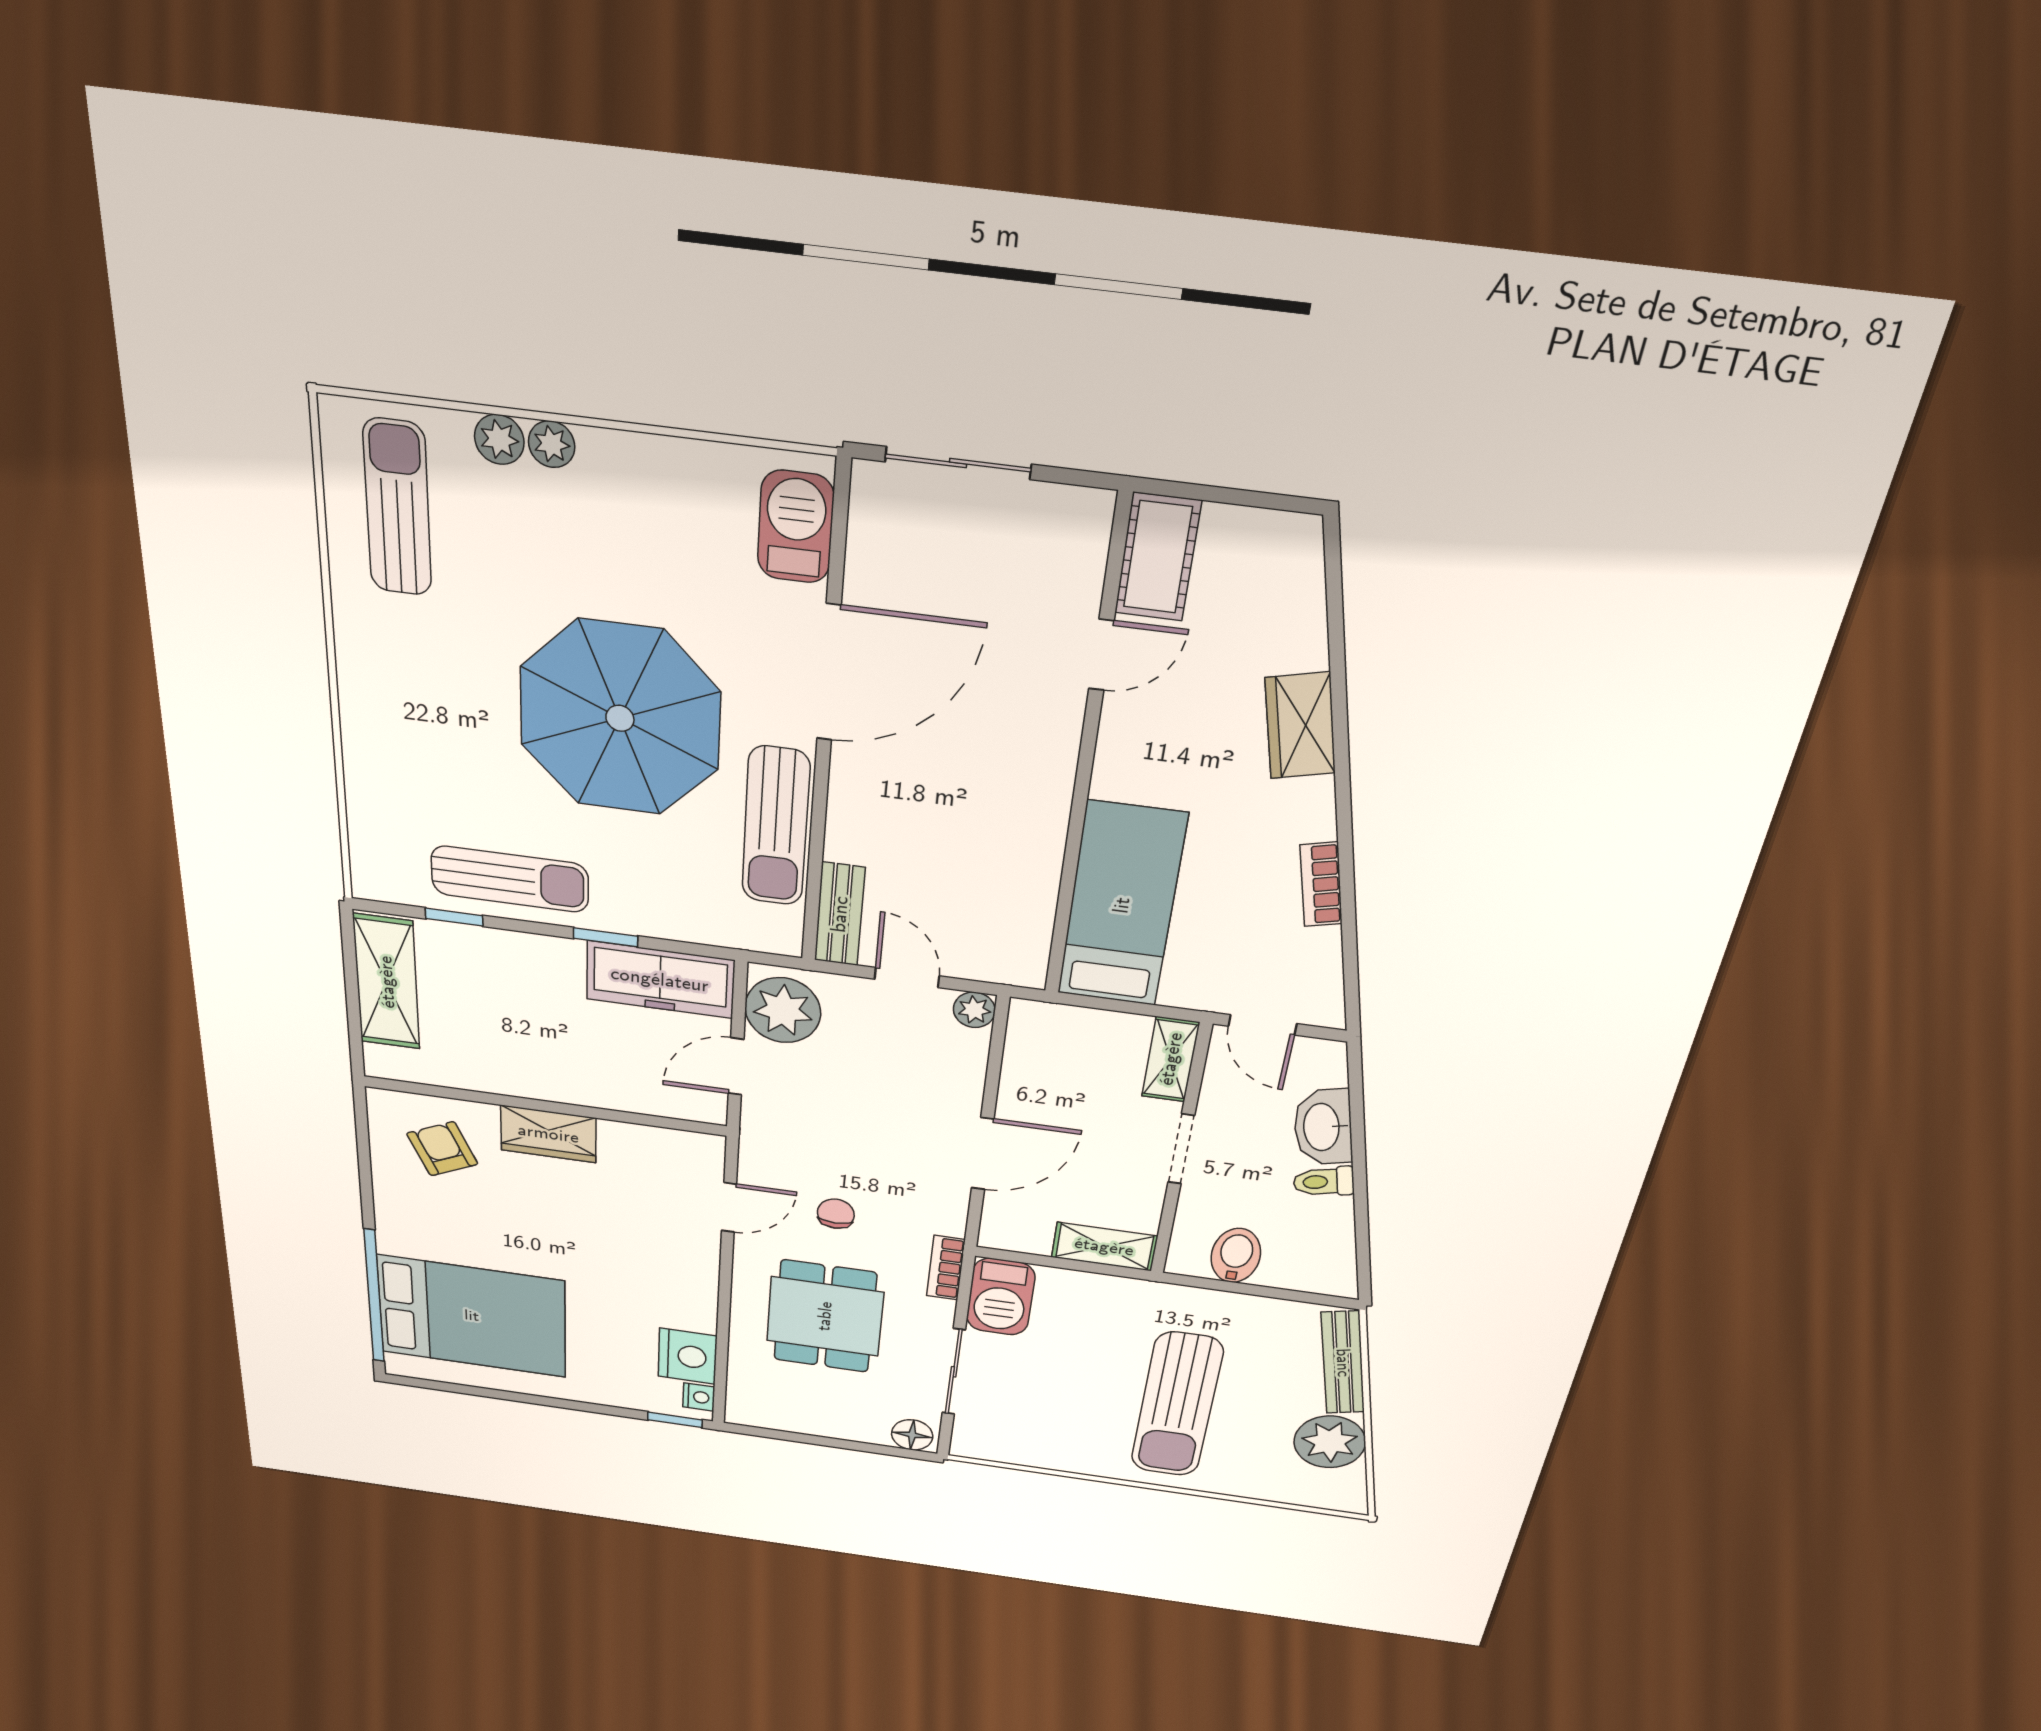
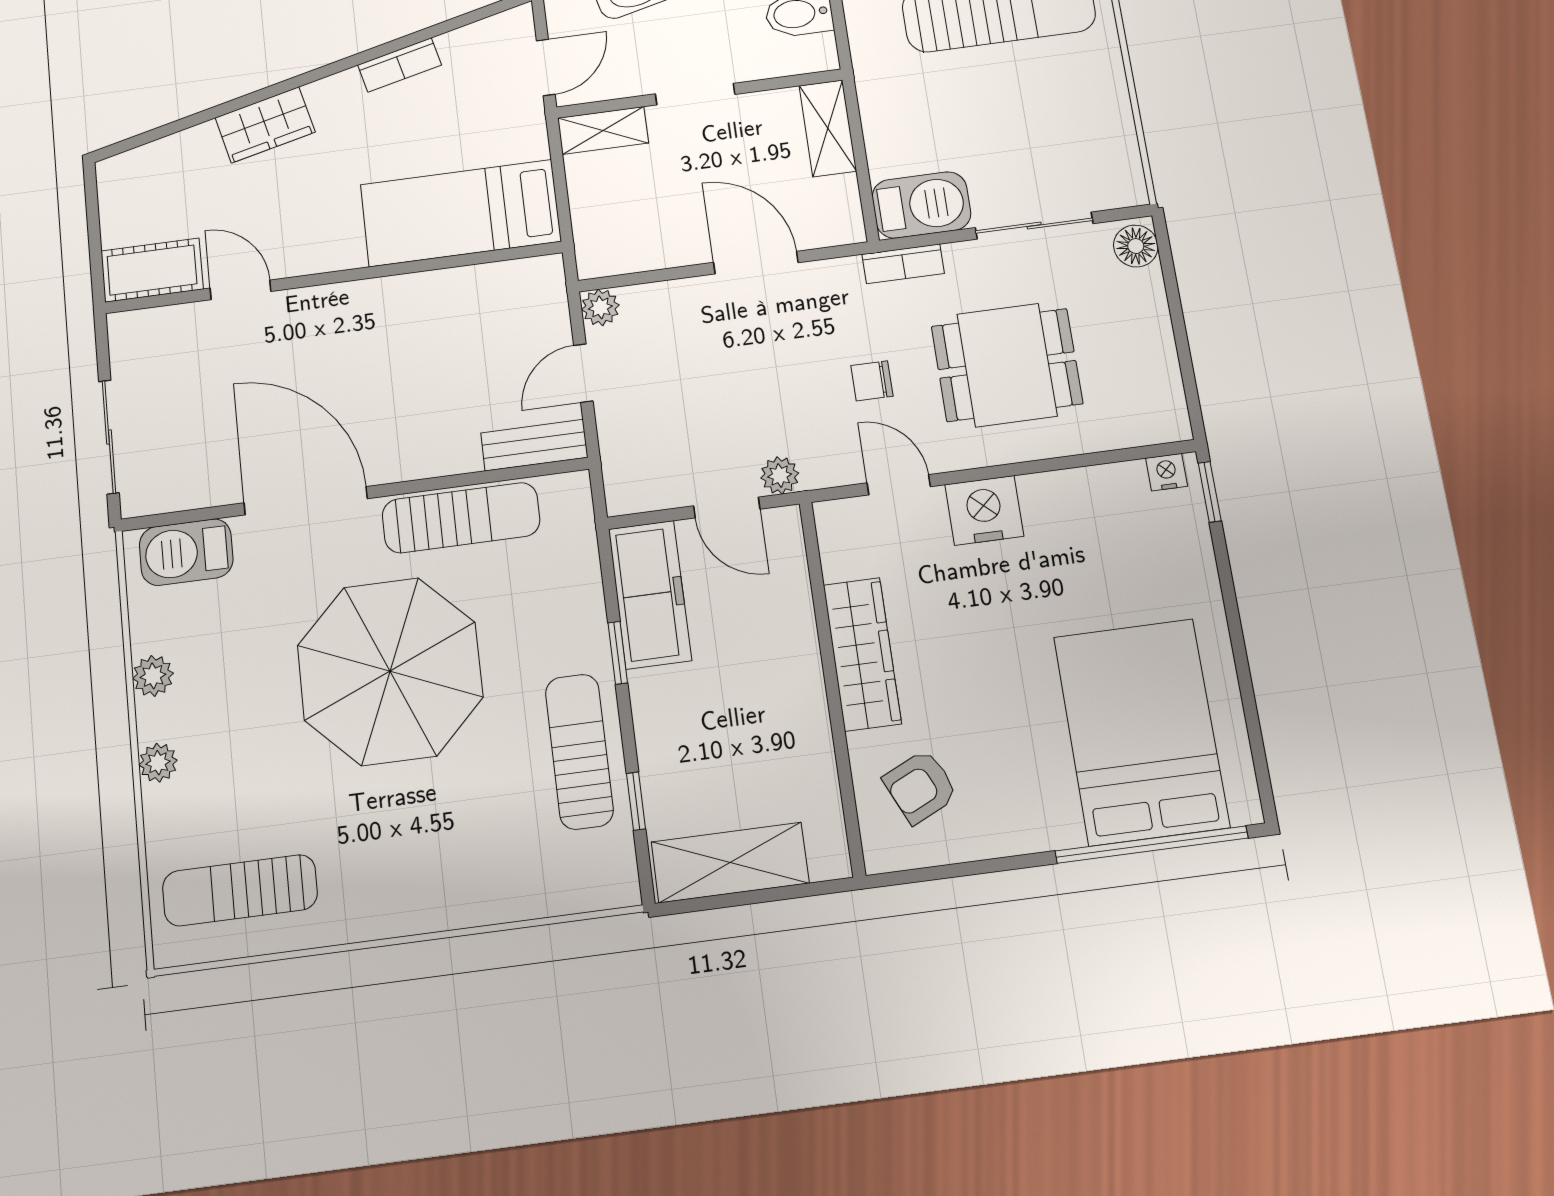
plant: (499, 439) -> (153, 676), moved
plant: (783, 1010) -> (780, 475), moved, width x0.53, depth x0.53
wardrobe: (548, 1134) -> (862, 654), width x1.50
nightstand: (687, 1356) -> (984, 510), moved

